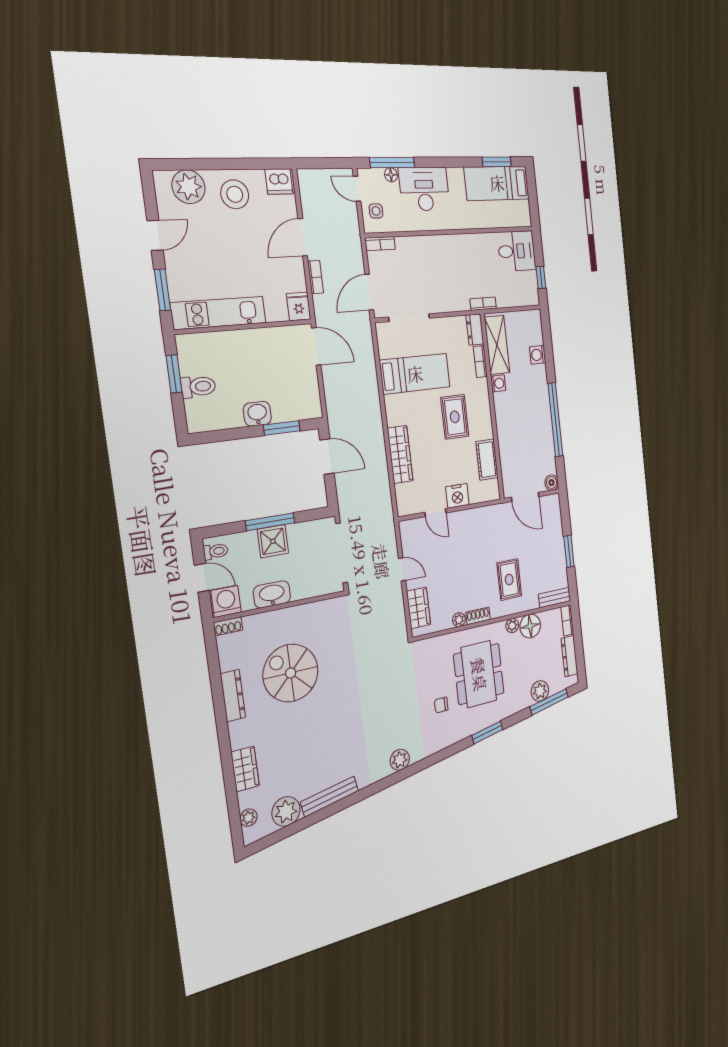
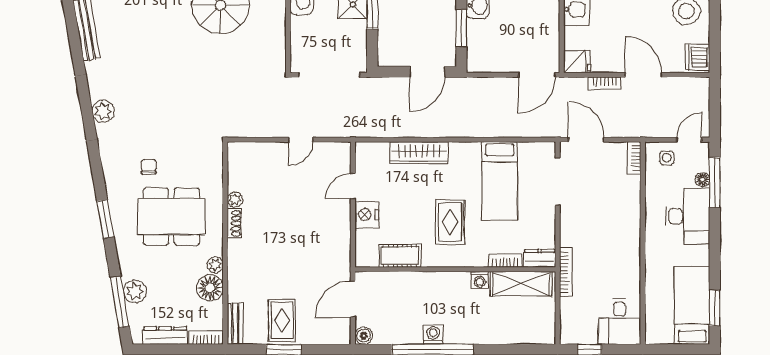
bookcase: (483, 304) -> (566, 272), width x1.56
washing machine: (538, 355) -> (433, 335), moved
rug: (455, 417) -> (450, 222), turned 90
rug: (509, 579) -> (282, 320), moved, turned 90
wardrobe: (418, 608) -> (257, 153), removed

